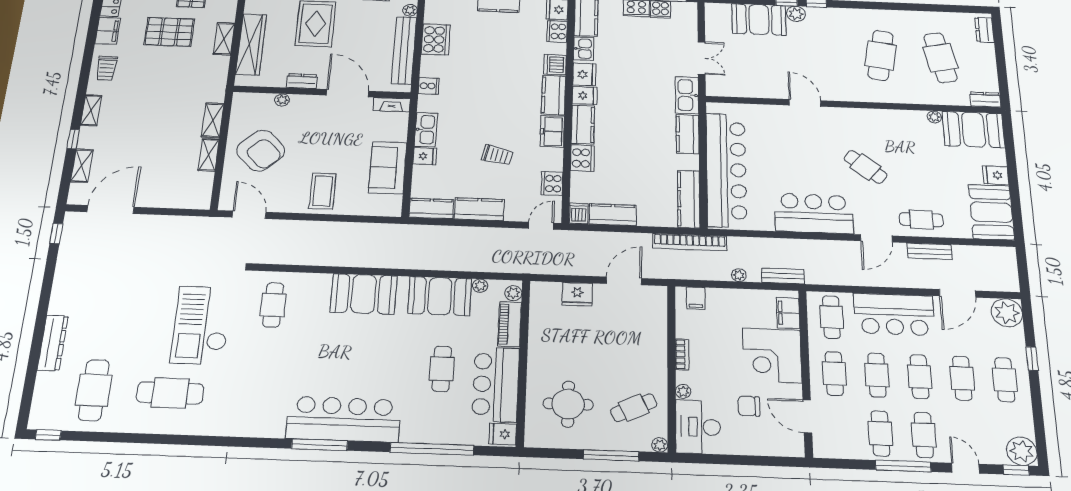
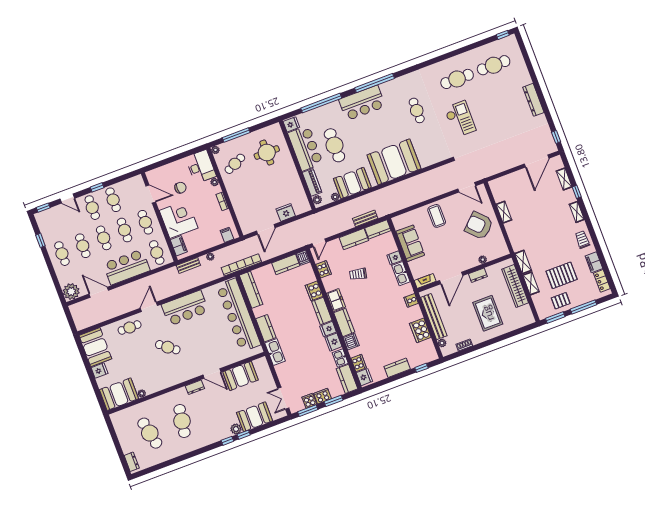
double door: (702, 58) -> (283, 398), moved
booth: (759, 83) -> (240, 376), added
door: (347, 93) -> (451, 278), hinge flipped
dresser: (985, 99) -> (195, 387), moved
shelving: (213, 120) -> (523, 262), moved
bench: (929, 251) -> (365, 218), moved
door: (957, 293) -> (99, 292), hinge flipped
booth: (364, 294) -> (394, 162), width x1.36, depth x1.42
cafe table: (273, 305) -> (417, 110), moved
checkout: (201, 325) -> (460, 119), width x0.73, depth x0.83
dresser: (53, 343) -> (533, 100), moved
window: (1032, 359) -> (40, 240), moved
cafe table: (442, 369) -> (334, 145), width x1.37, depth x1.35
cafe table: (94, 390) -> (494, 65), turned 90
bar counter: (344, 419) -> (362, 103), width x0.73
window: (320, 445) -> (374, 83), width x1.46
plant: (1022, 451) -> (43, 219), removed
window: (903, 466) -> (97, 187), width x0.46

